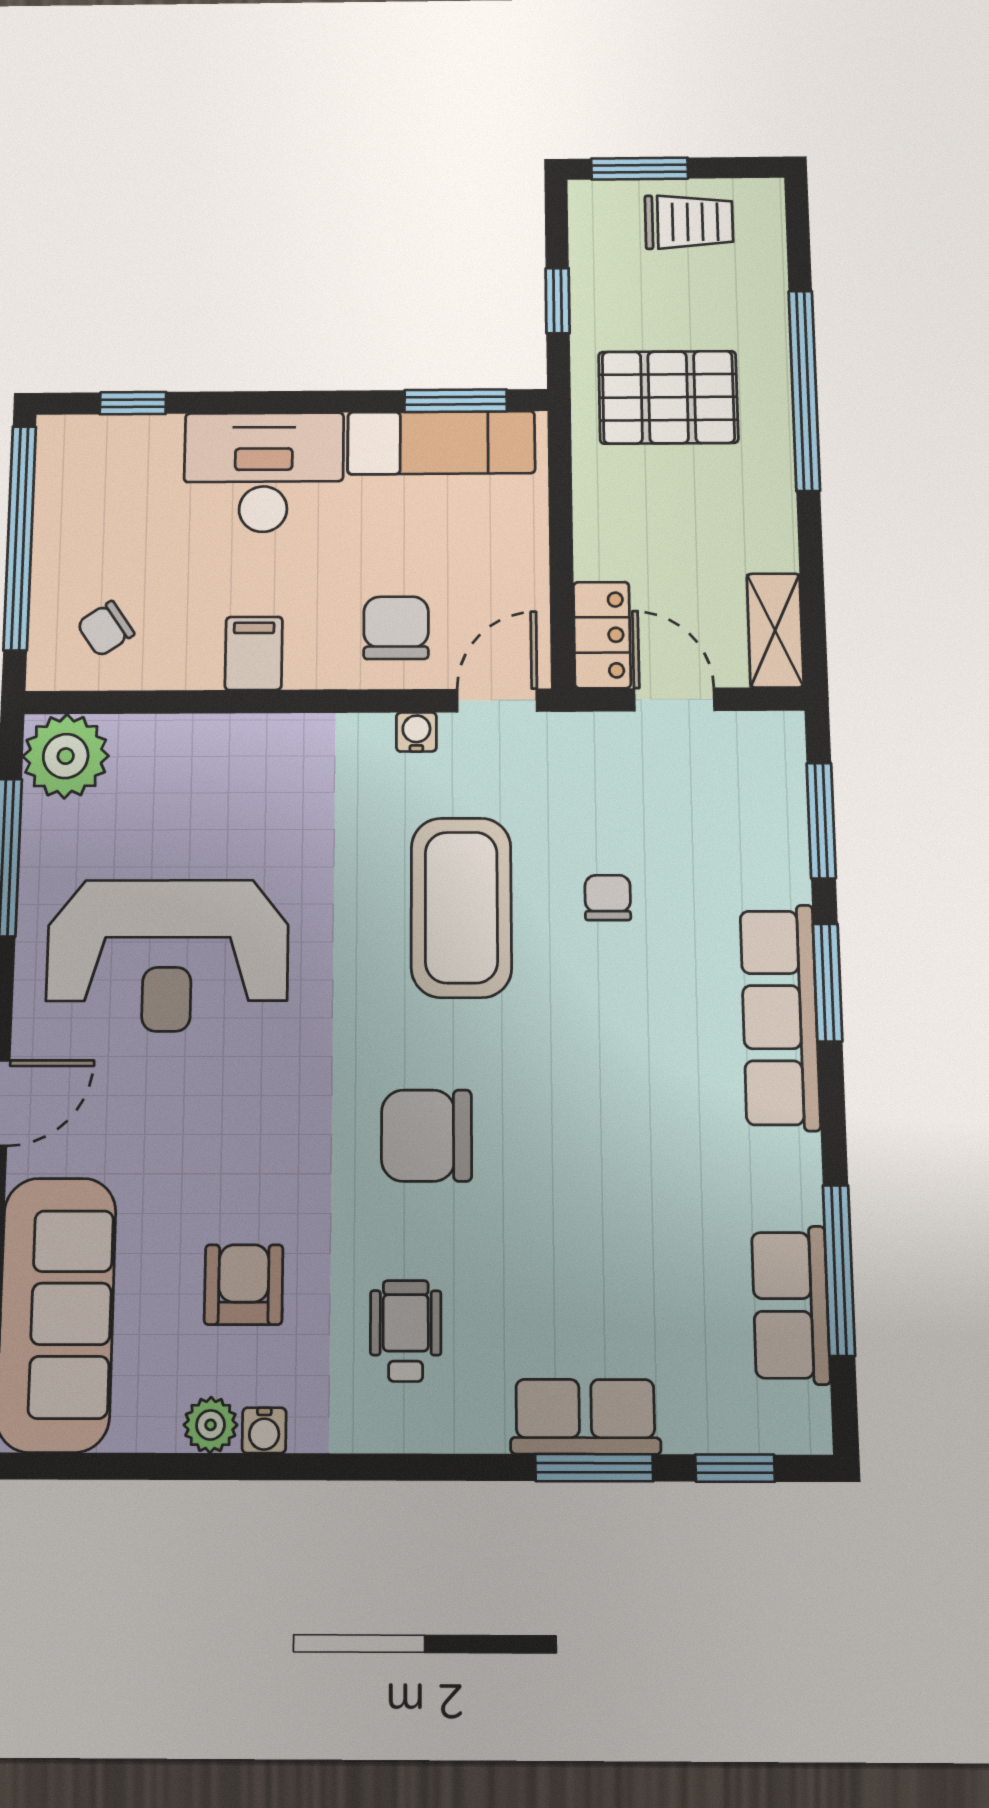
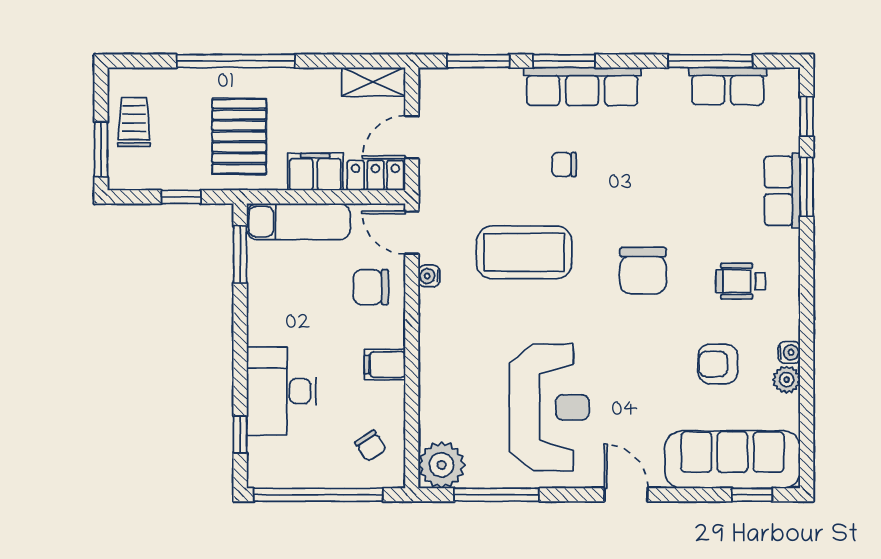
exam couch: (441, 443) -> (298, 222), moved, turned 90
desk: (264, 472) -> (281, 391), moved
filing cabinet: (607, 529) -> (315, 172), added
chair: (608, 898) -> (564, 165), moved

